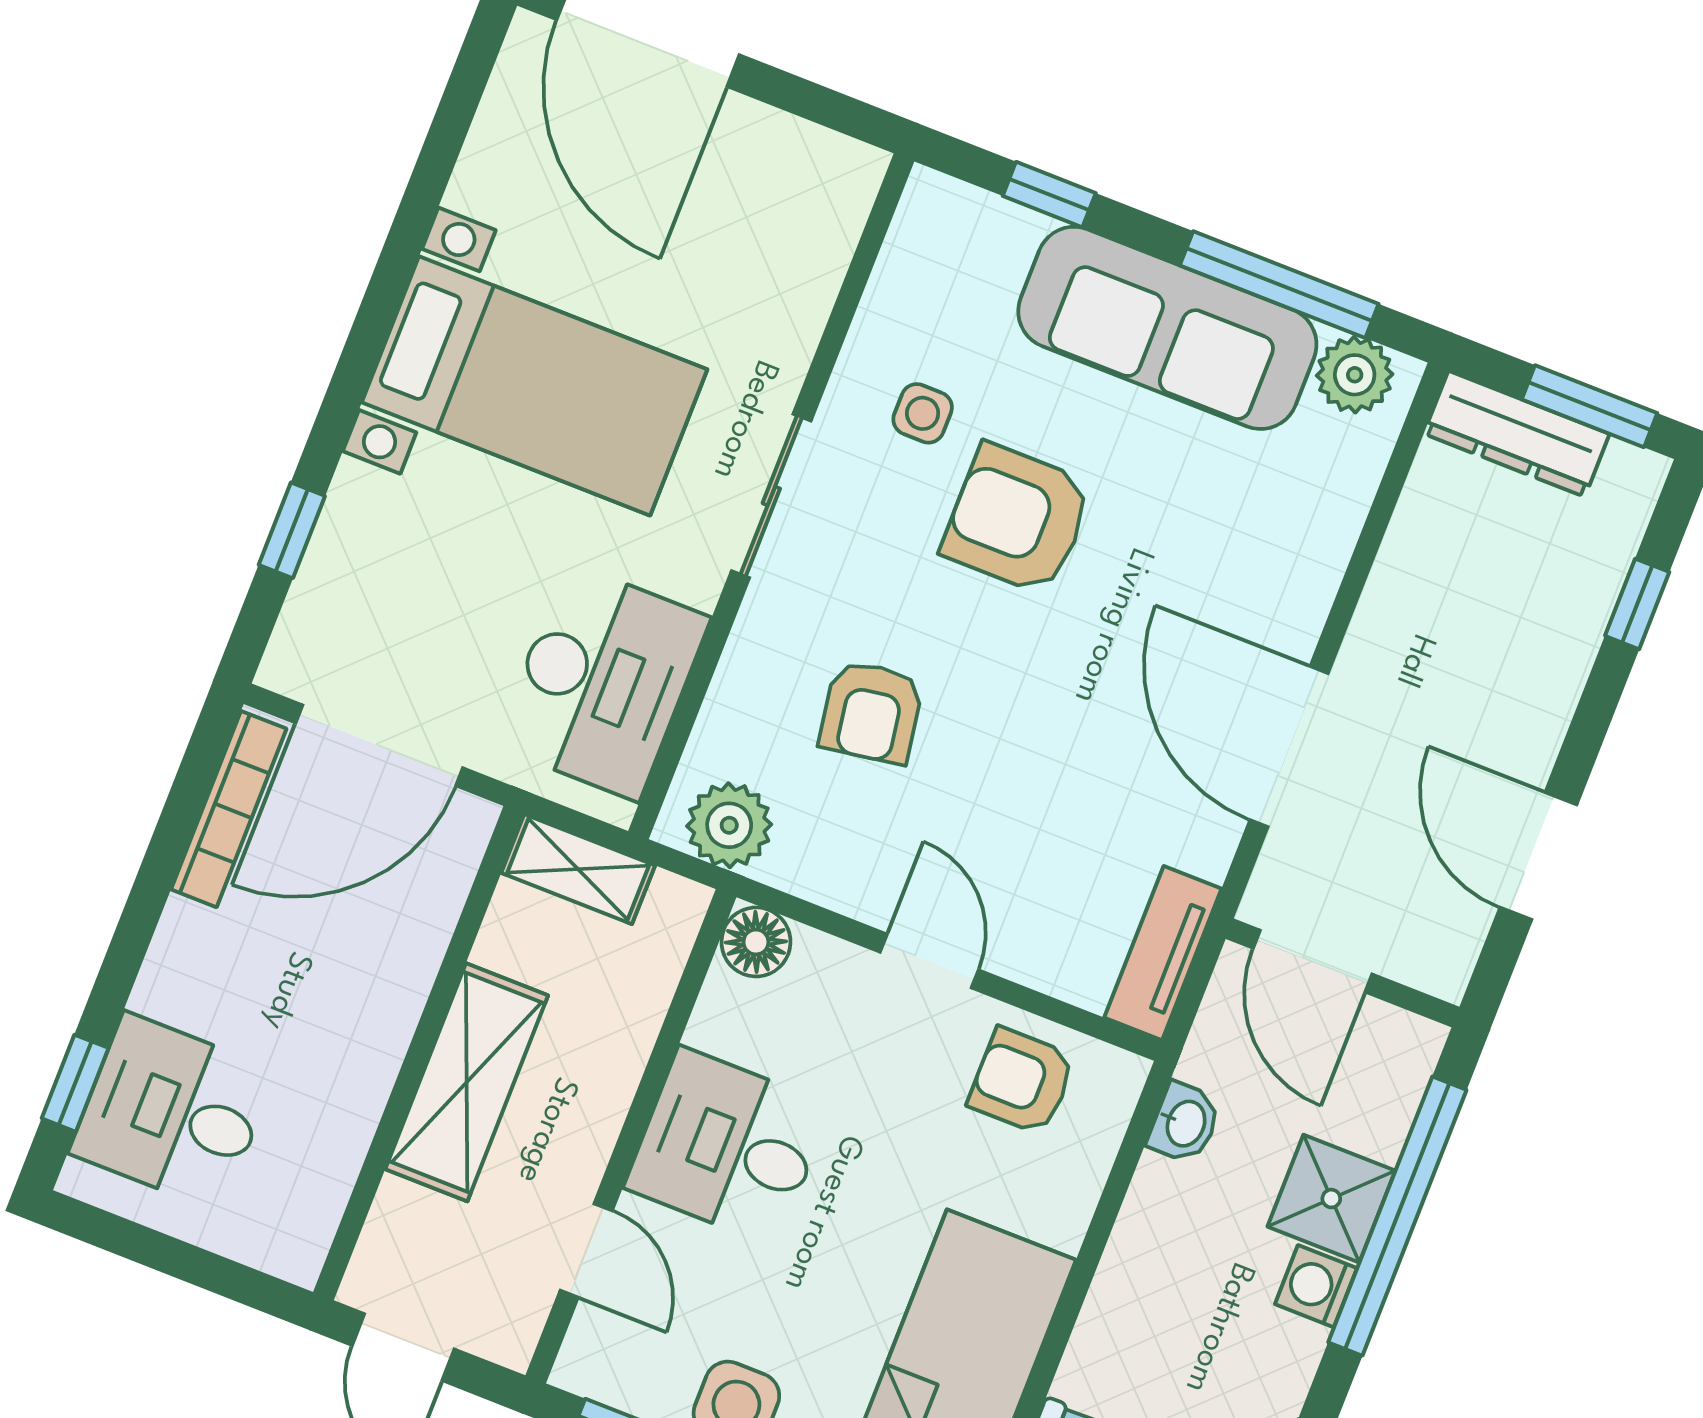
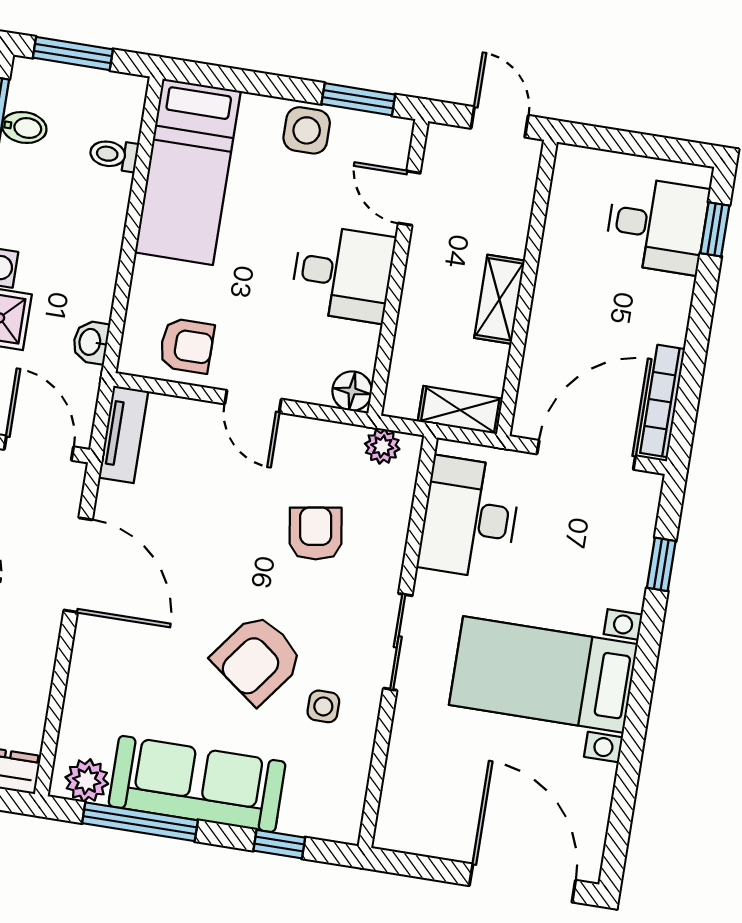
armchair: (1017, 519) -> (258, 659), turned 127
plant: (729, 825) -> (382, 446), width x0.73, depth x0.73
shelving: (467, 1082) -> (499, 299), width x0.67, depth x0.75

